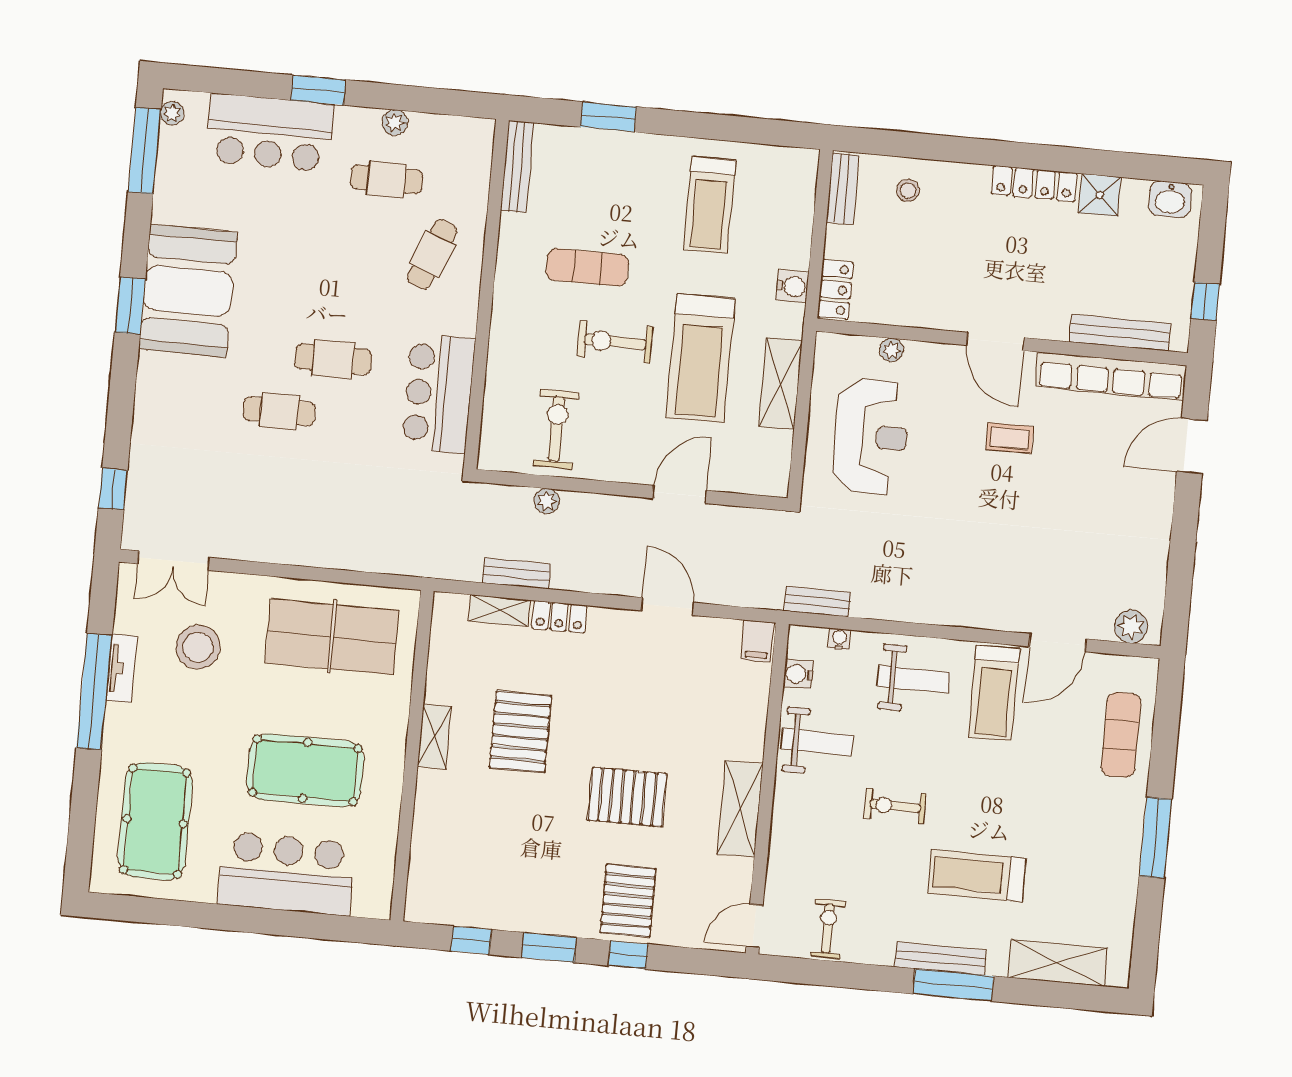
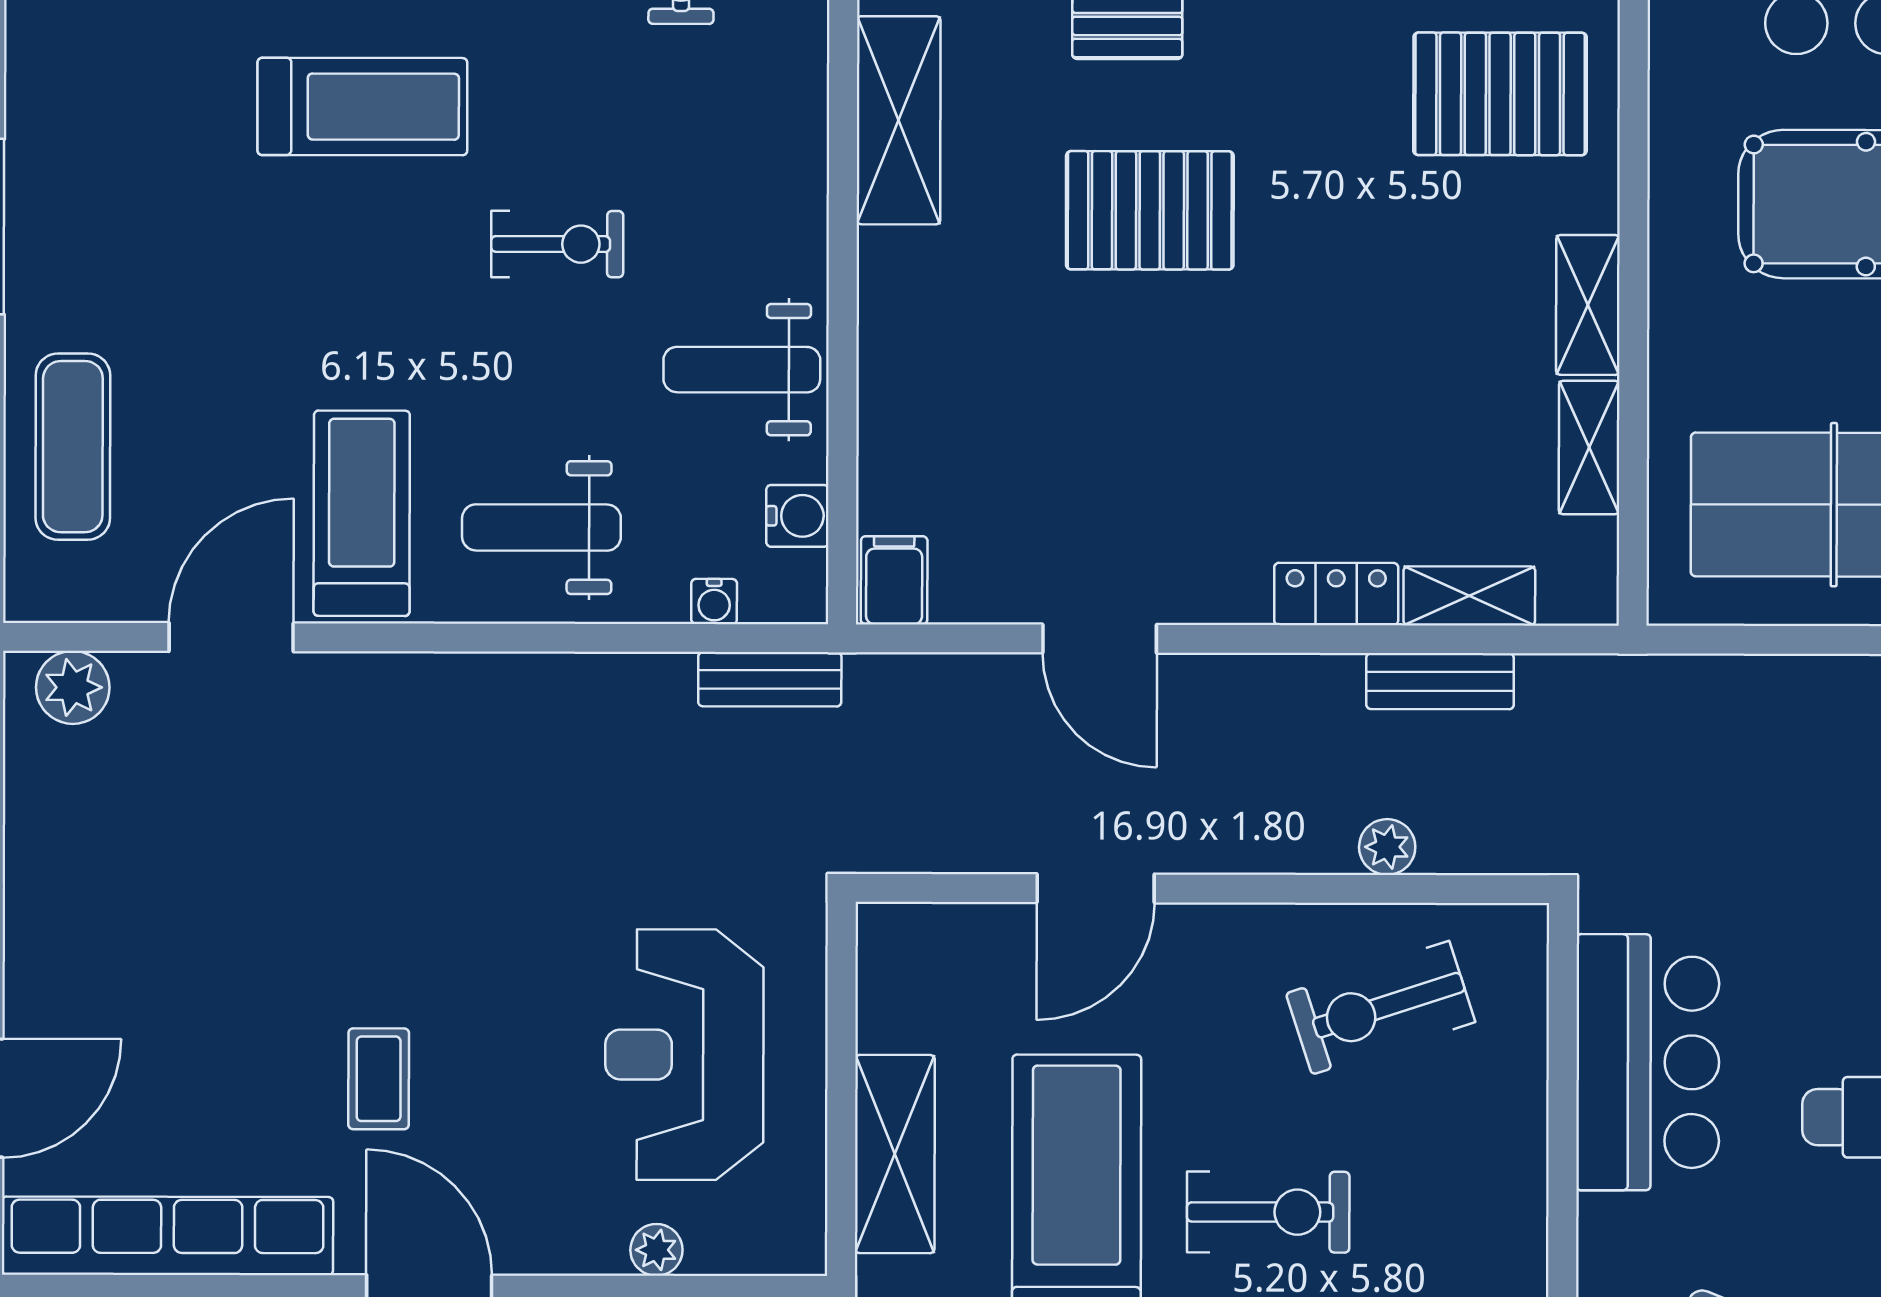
exercise bike: (556, 429) -> (1381, 1008), turned 72
coffee table: (1010, 438) -> (379, 1079), turned 90
shelving: (440, 672) -> (1589, 447), added
pallet: (520, 732) -> (1500, 94), moved, turned 90
shelving: (740, 809) -> (899, 120), moved

